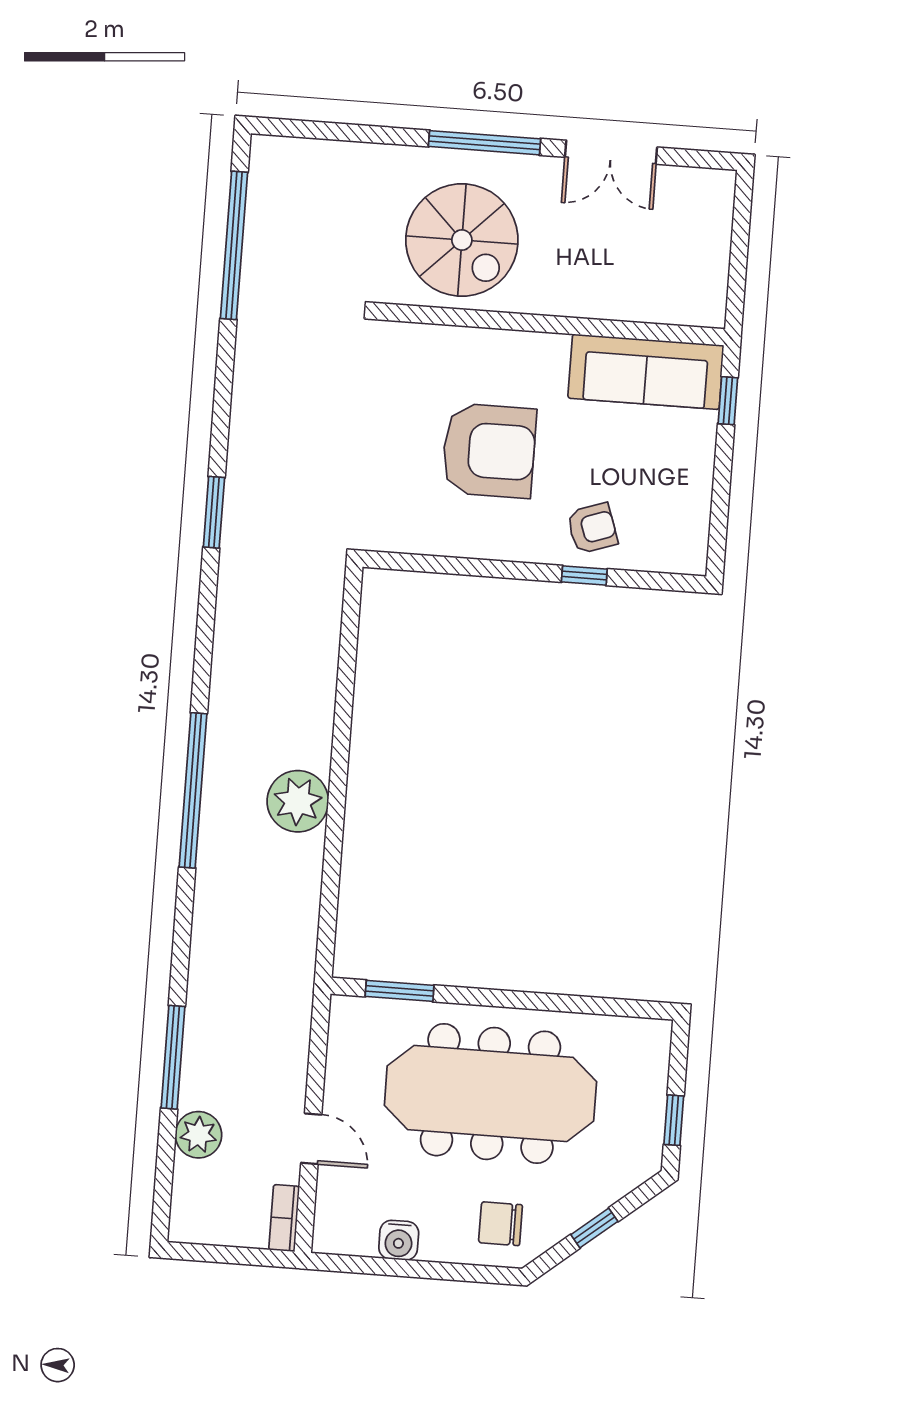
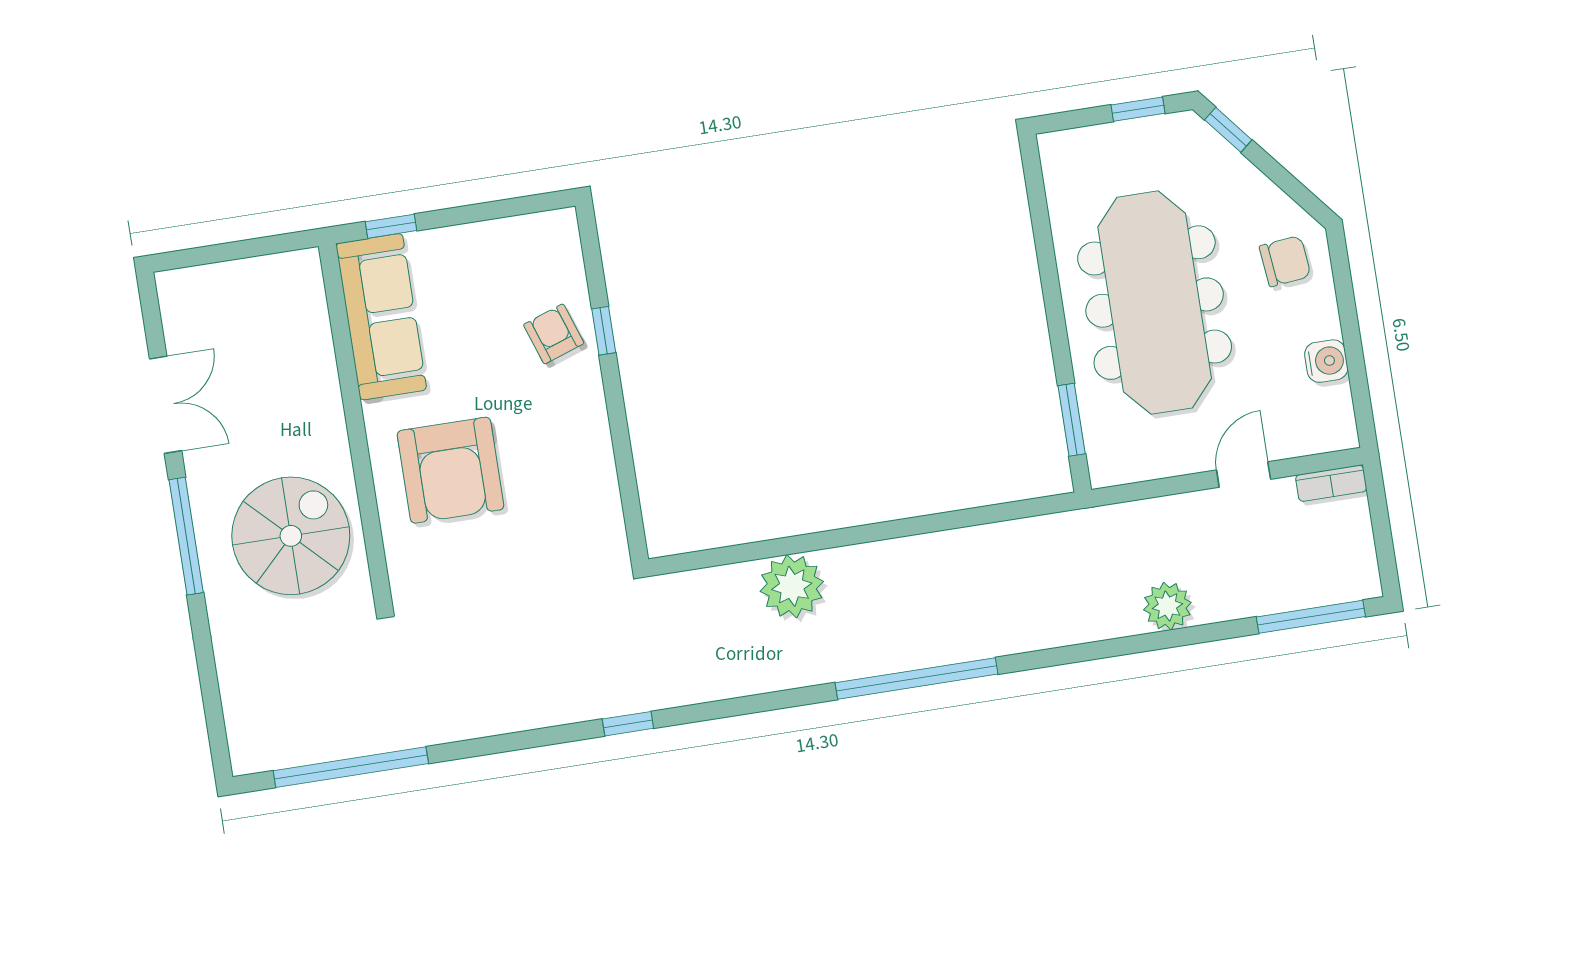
armchair: (489, 451) -> (451, 470), moved, turned 180
window: (214, 512) -> (628, 724), width x0.67
plant: (298, 801) -> (792, 586), moved
window: (173, 1057) -> (1311, 617), moved
plant: (198, 1135) -> (1167, 606), moved
chair: (501, 1224) -> (1285, 261), turned -96
window: (594, 1228) -> (1228, 130), moved

